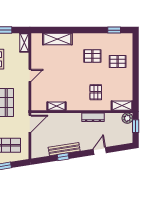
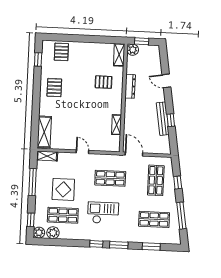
shelving: (57, 39) -> (44, 132), moved
pallet: (92, 56) -> (54, 88), moved
pallet: (118, 61) -> (61, 52), moved

